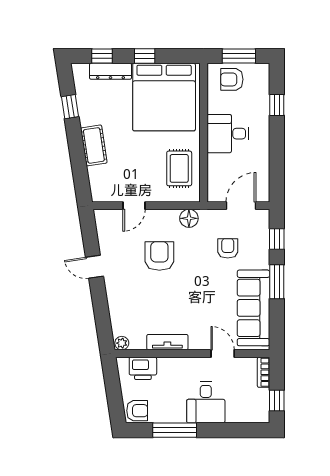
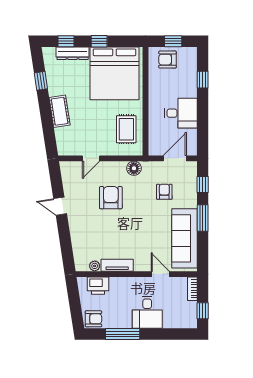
window: (239, 56) -> (173, 41), width x0.67
desk: (228, 134) -> (181, 113), moved, turned 180
plant: (122, 343) -> (95, 266), moved

